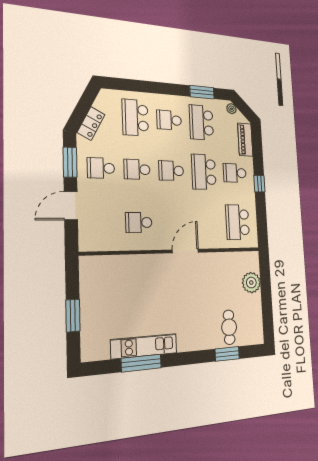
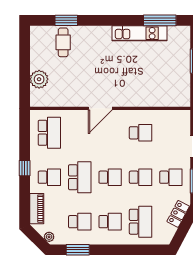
school desk: (201, 122) -> (80, 222), width x0.54
window: (141, 363) -> (160, 20), moved

